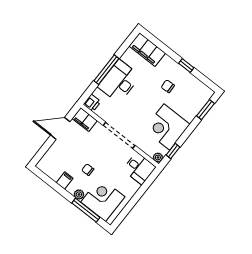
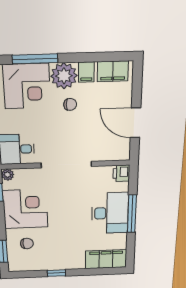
chair: (168, 86) -> (27, 243), moved
filing cabinet: (85, 120) -> (113, 71), moved, turned 180
door: (60, 128) -> (135, 123), swing flipped
plant: (79, 194) -> (64, 76), width x1.87, depth x1.87

